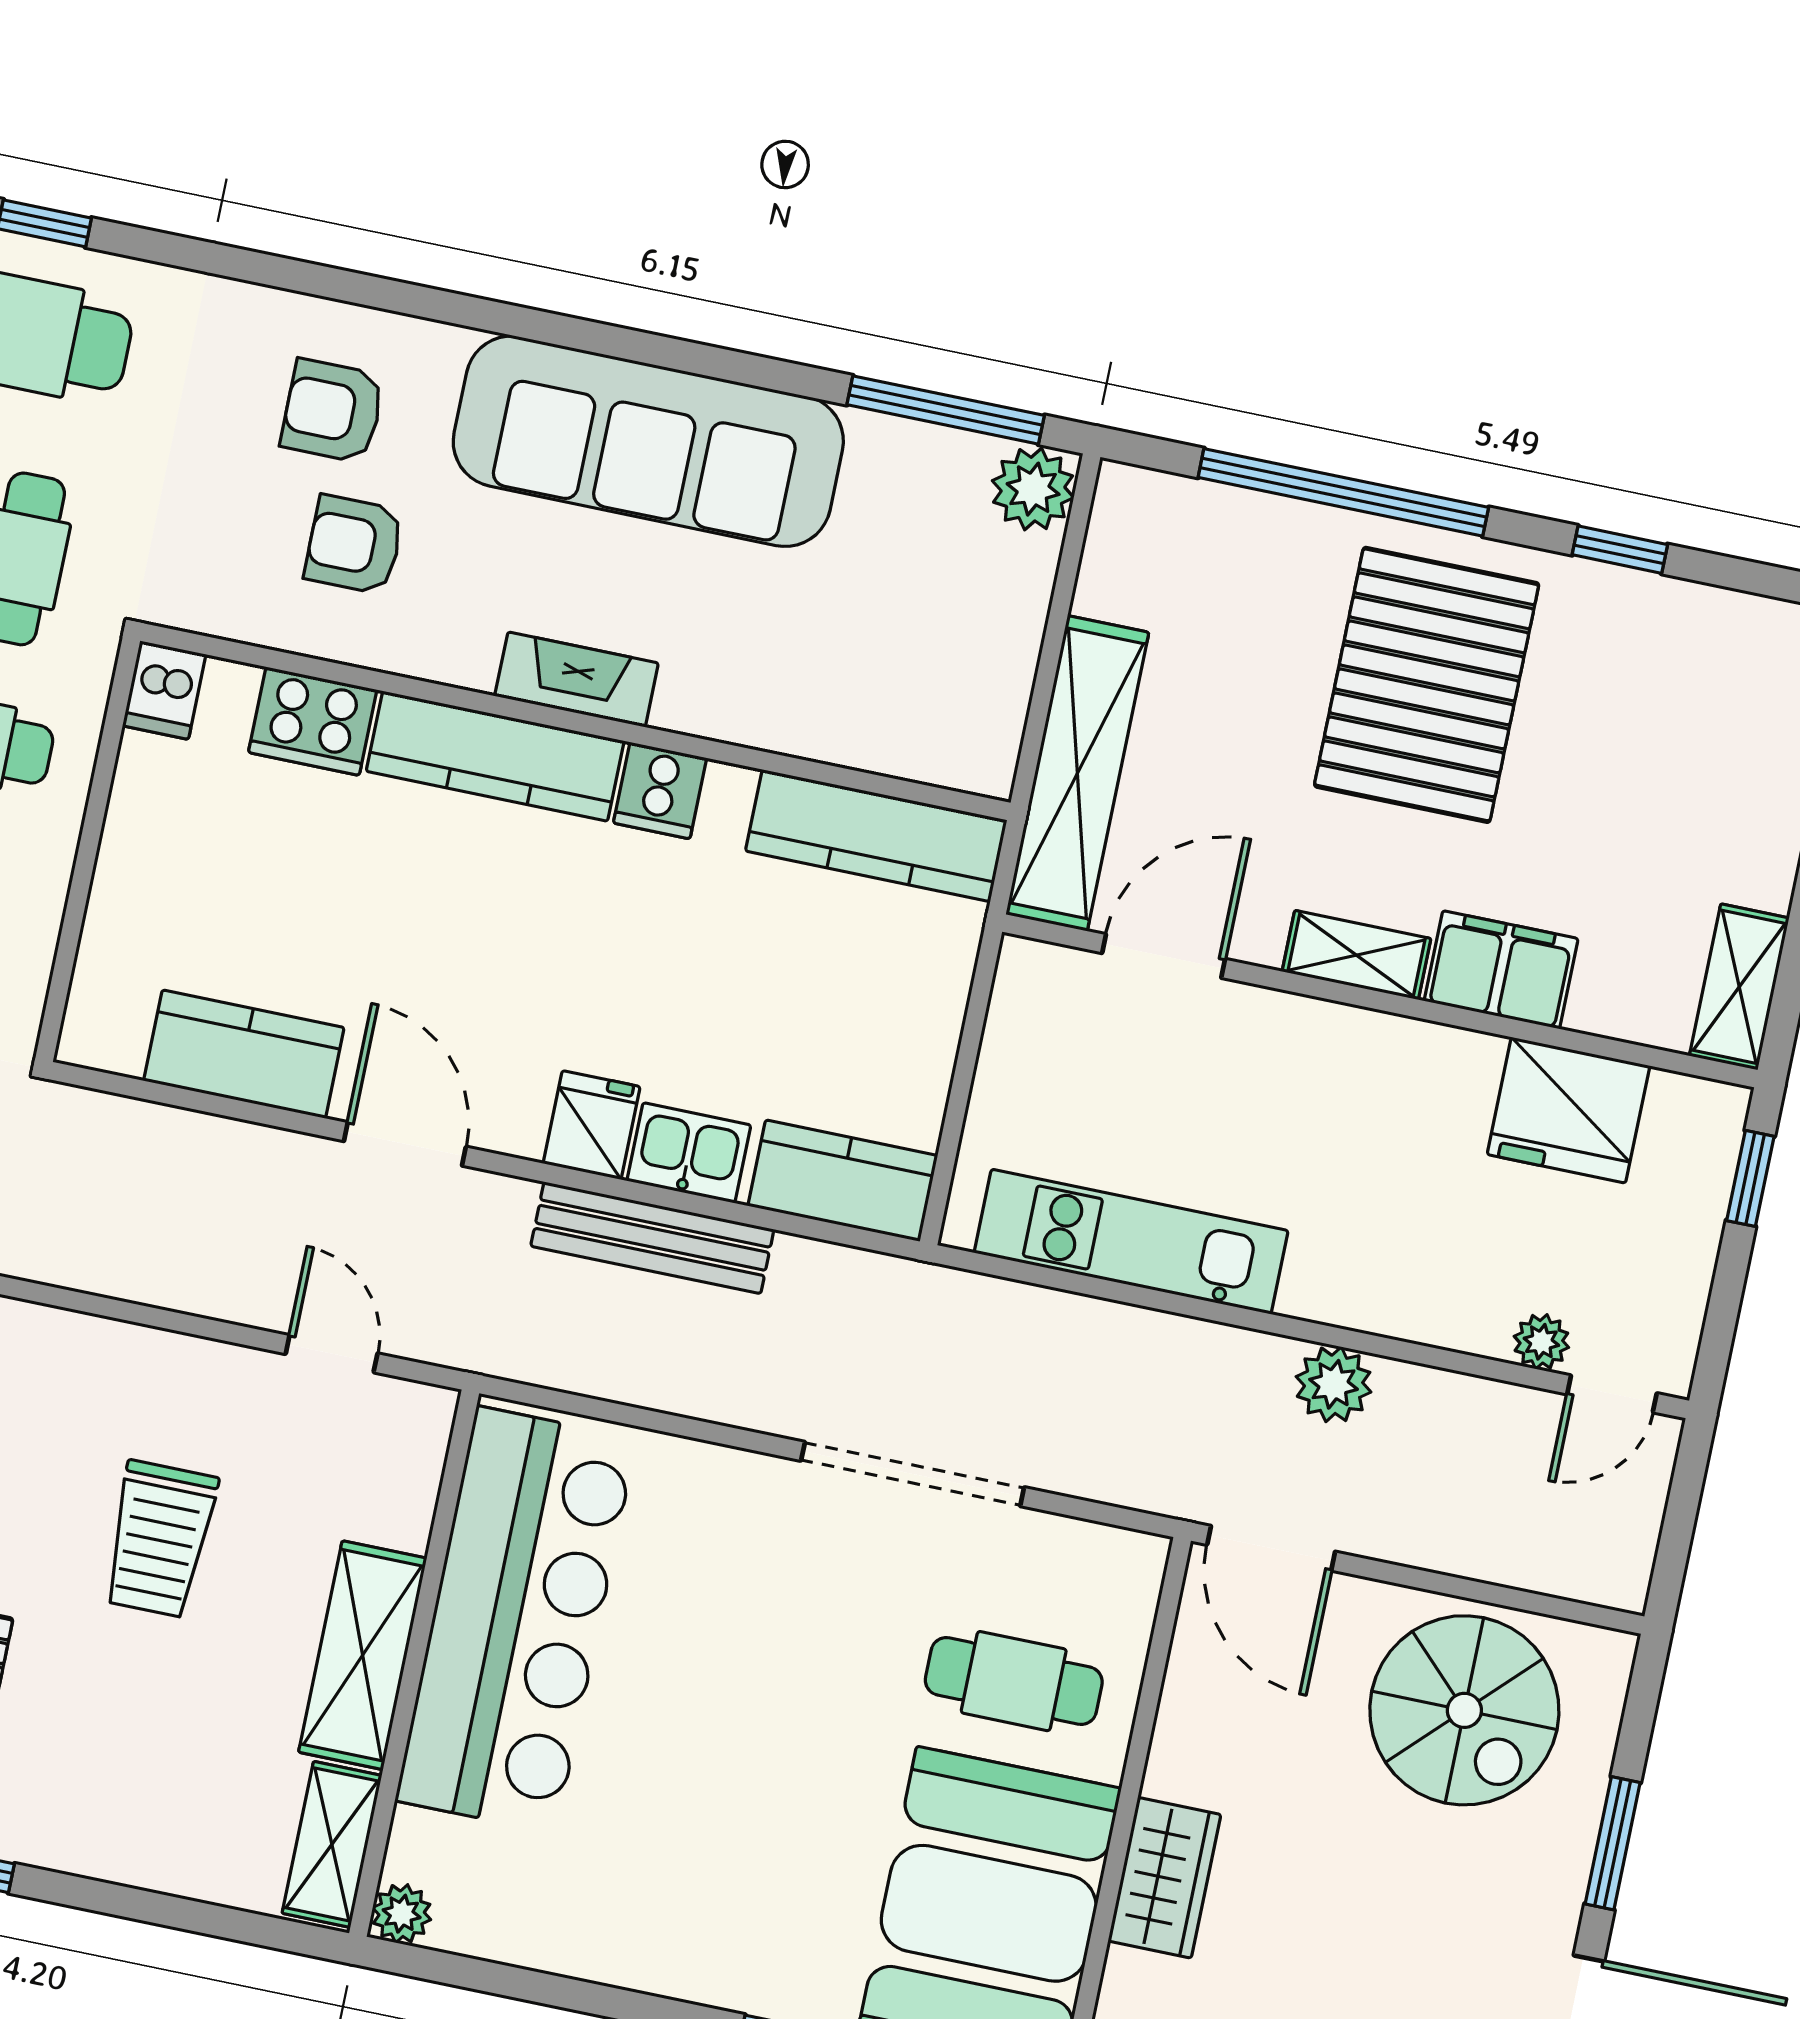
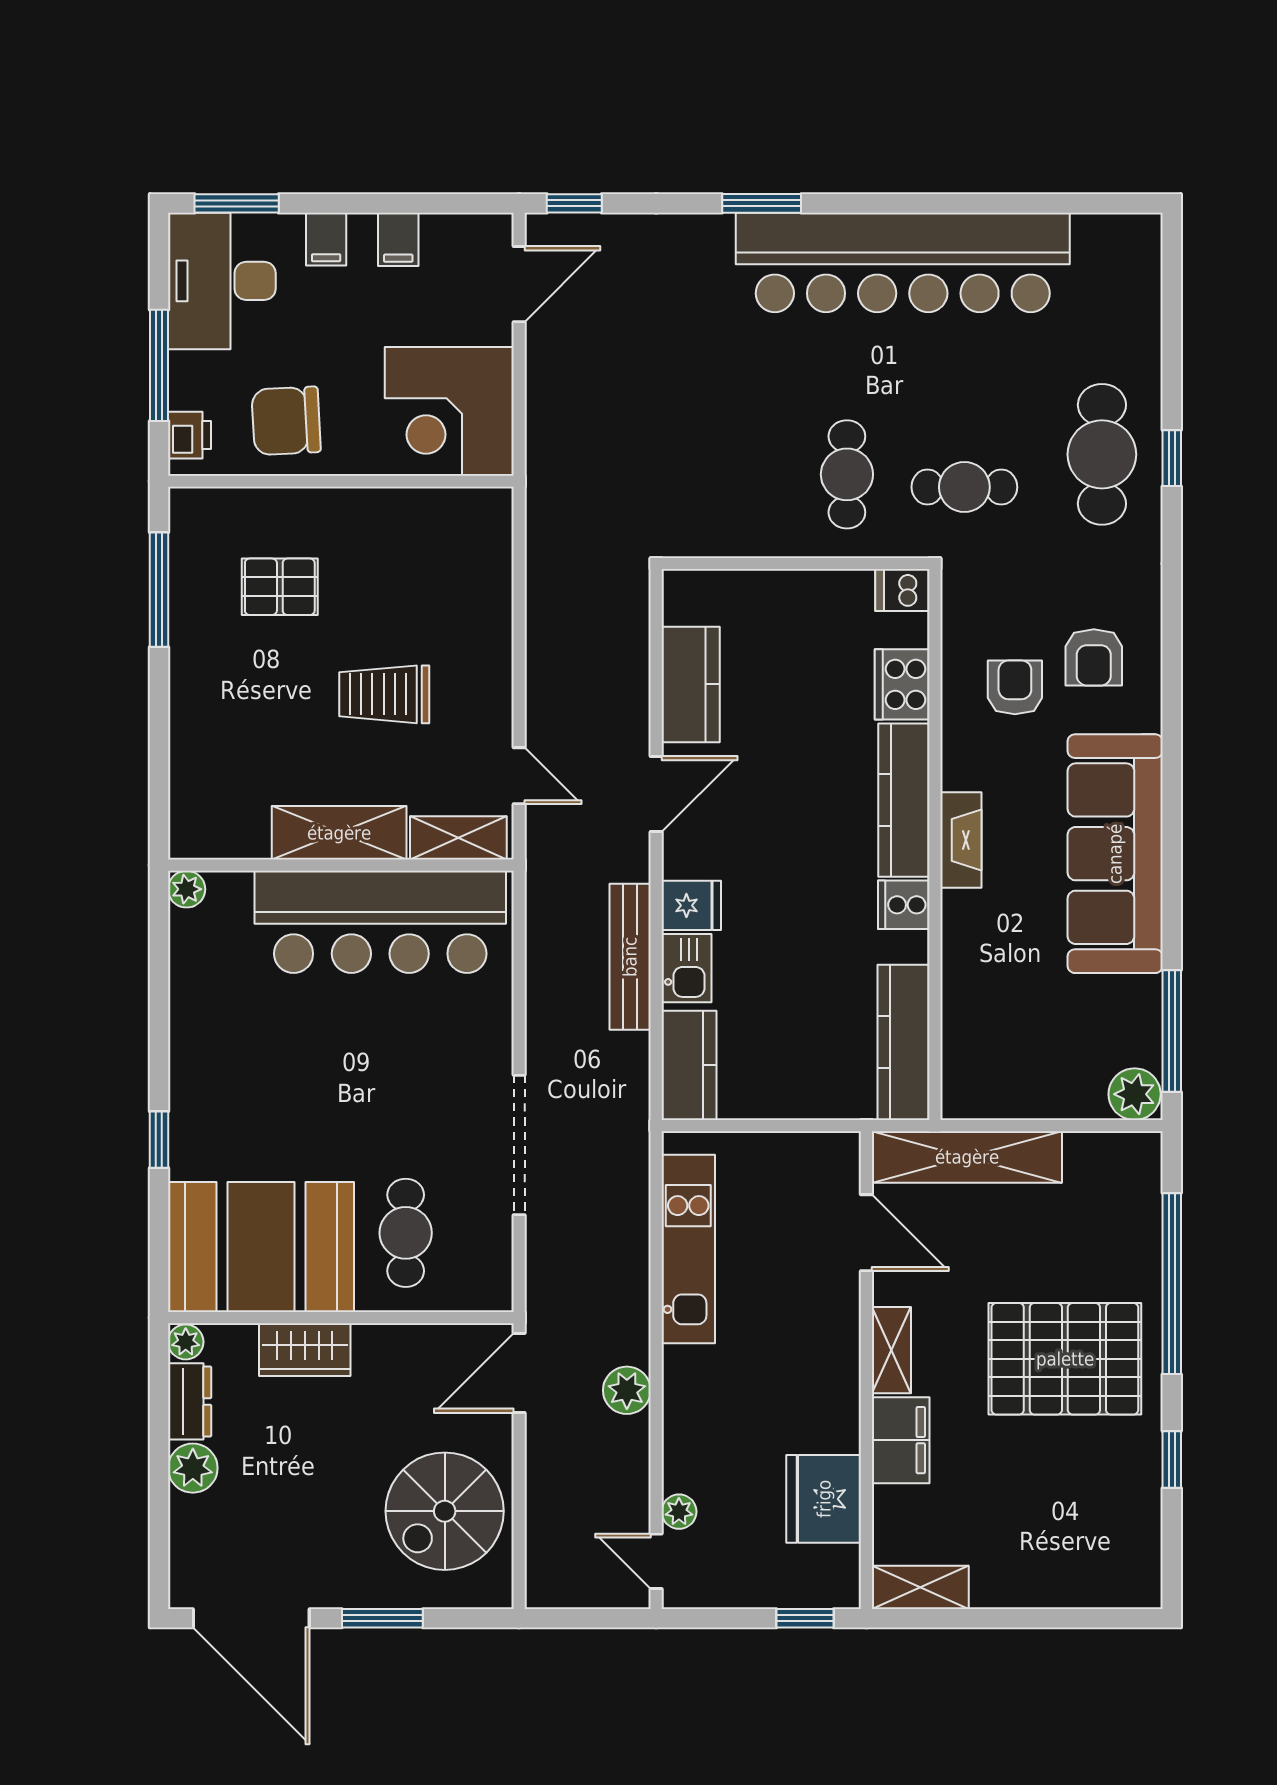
armchair: (333, 411) -> (1094, 657), turned 180
door: (332, 1354) -> (519, 776), hinge flipped
shelving: (332, 1844) -> (458, 838), moved

